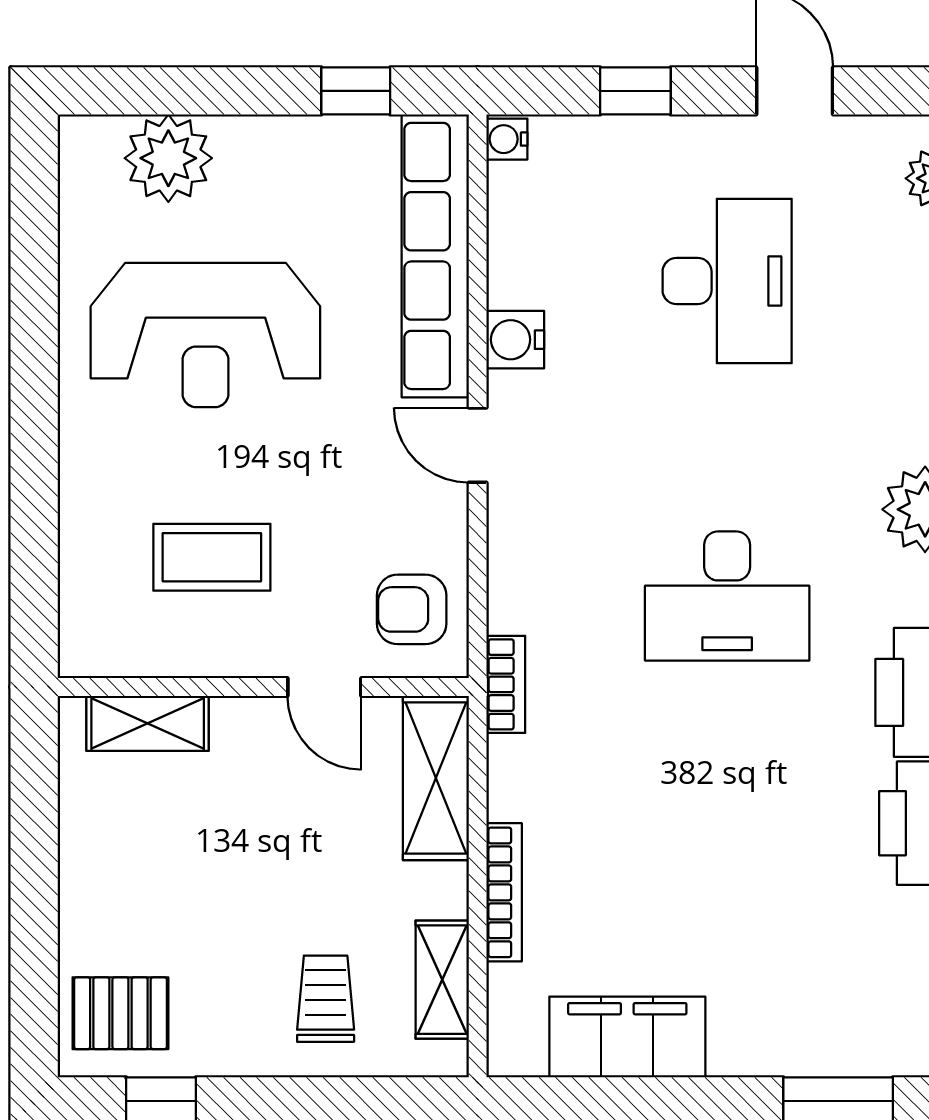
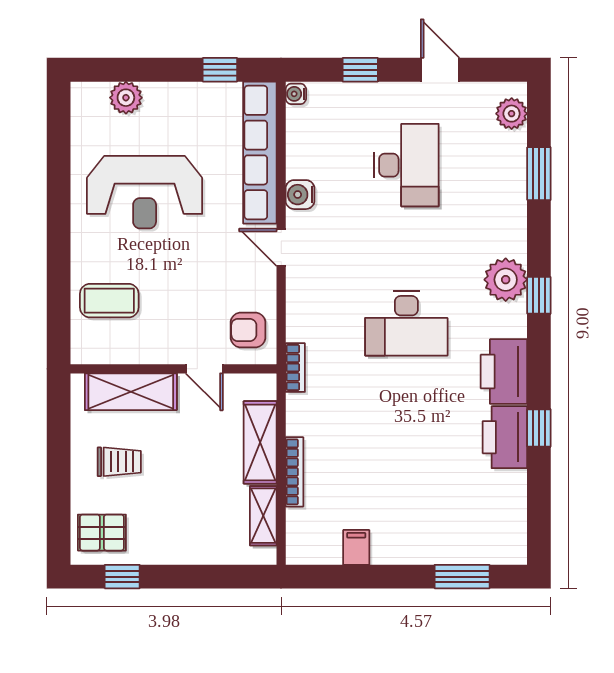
plant: (168, 158) -> (126, 98), width x0.73, depth x0.73
coffee table: (212, 557) -> (109, 301), moved
shelving: (148, 723) -> (131, 392), width x1.50, depth x1.33
shelving: (436, 778) -> (260, 442), moved
trolley: (326, 999) -> (119, 462), moved, turned 90
filing cabinet: (627, 1037) -> (356, 547), width x0.33, depth x0.86

